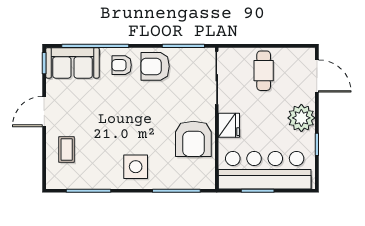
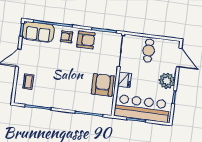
armchair: (155, 66) -> (86, 40), turned 180
armchair: (193, 139) -> (103, 85), turned 180
side table: (136, 167) -> (67, 97), removed

